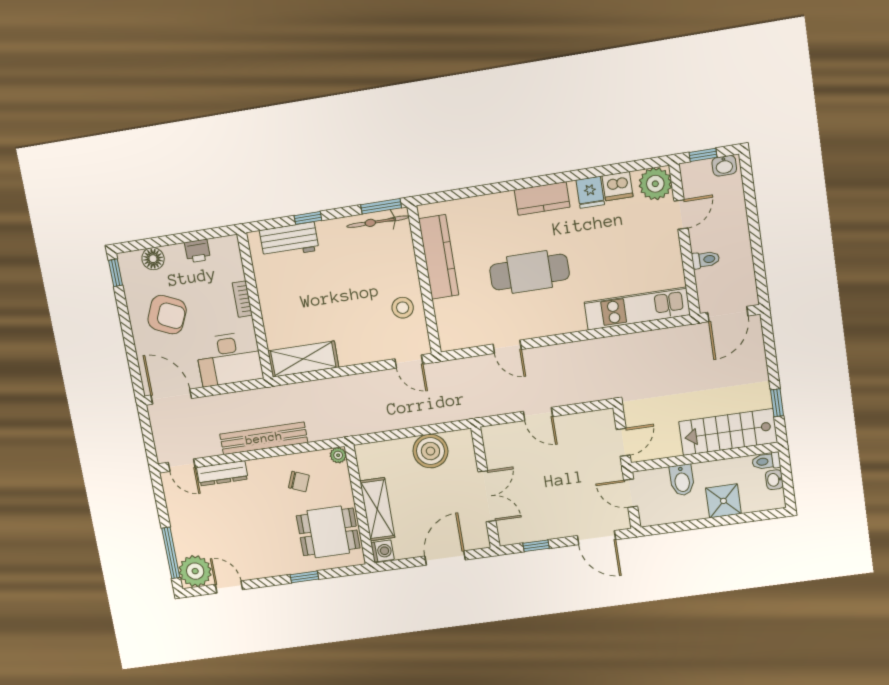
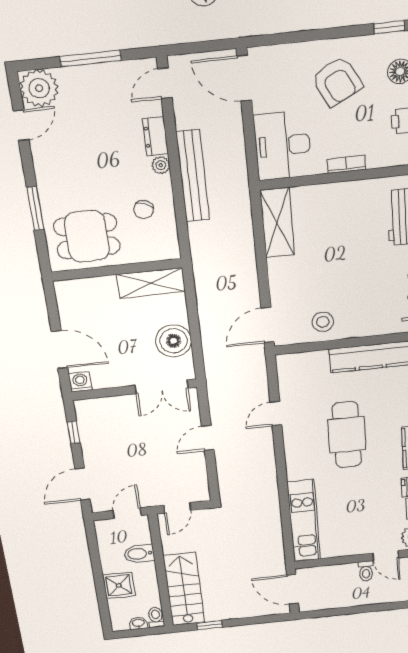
toilet: (706, 260) -> (366, 571), moved
armchair: (167, 315) -> (337, 82), turned -52
door: (409, 361) -> (268, 325), width x1.38
door: (171, 397) -> (244, 78), swing flipped
door: (623, 442) -> (177, 508), hinge flipped
plant: (338, 455) -> (161, 165), moved
dresser: (222, 473) -> (155, 136), width x0.70
double door: (487, 496) -> (161, 387), moved
shelving: (377, 509) -> (151, 283), moved
dining table: (328, 532) -> (87, 236), turned 90
washing machine: (382, 551) -> (80, 382), moved, turned 180
window: (171, 553) -> (91, 59), moved
window: (304, 577) -> (35, 208), width x1.50

